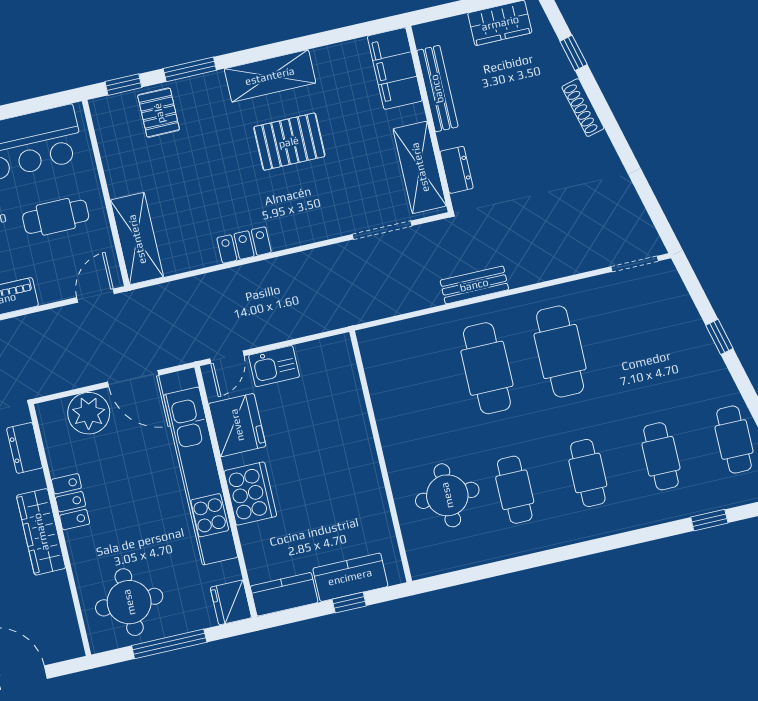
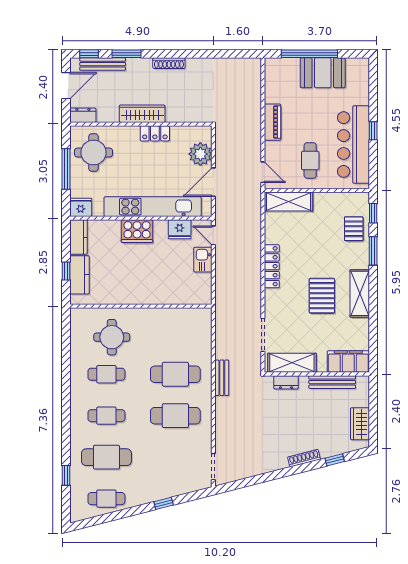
pallet: (159, 113) -> (354, 229), turned 90
locker: (244, 245) -> (272, 266), width x1.53
fridge: (237, 425) -> (180, 229), width x0.73, depth x0.75
dresser: (25, 448) -> (83, 115), moved
cafe table: (661, 456) -> (106, 457), width x1.37, depth x1.35

